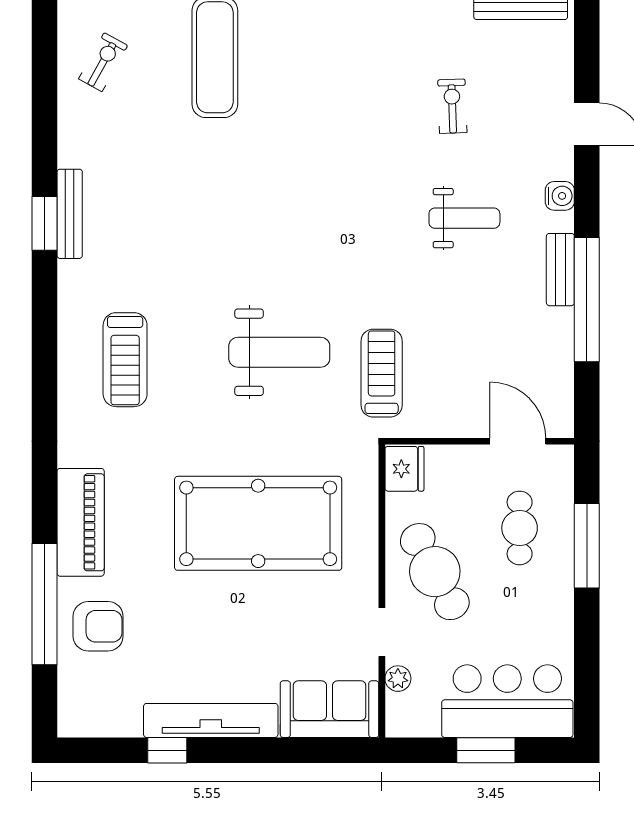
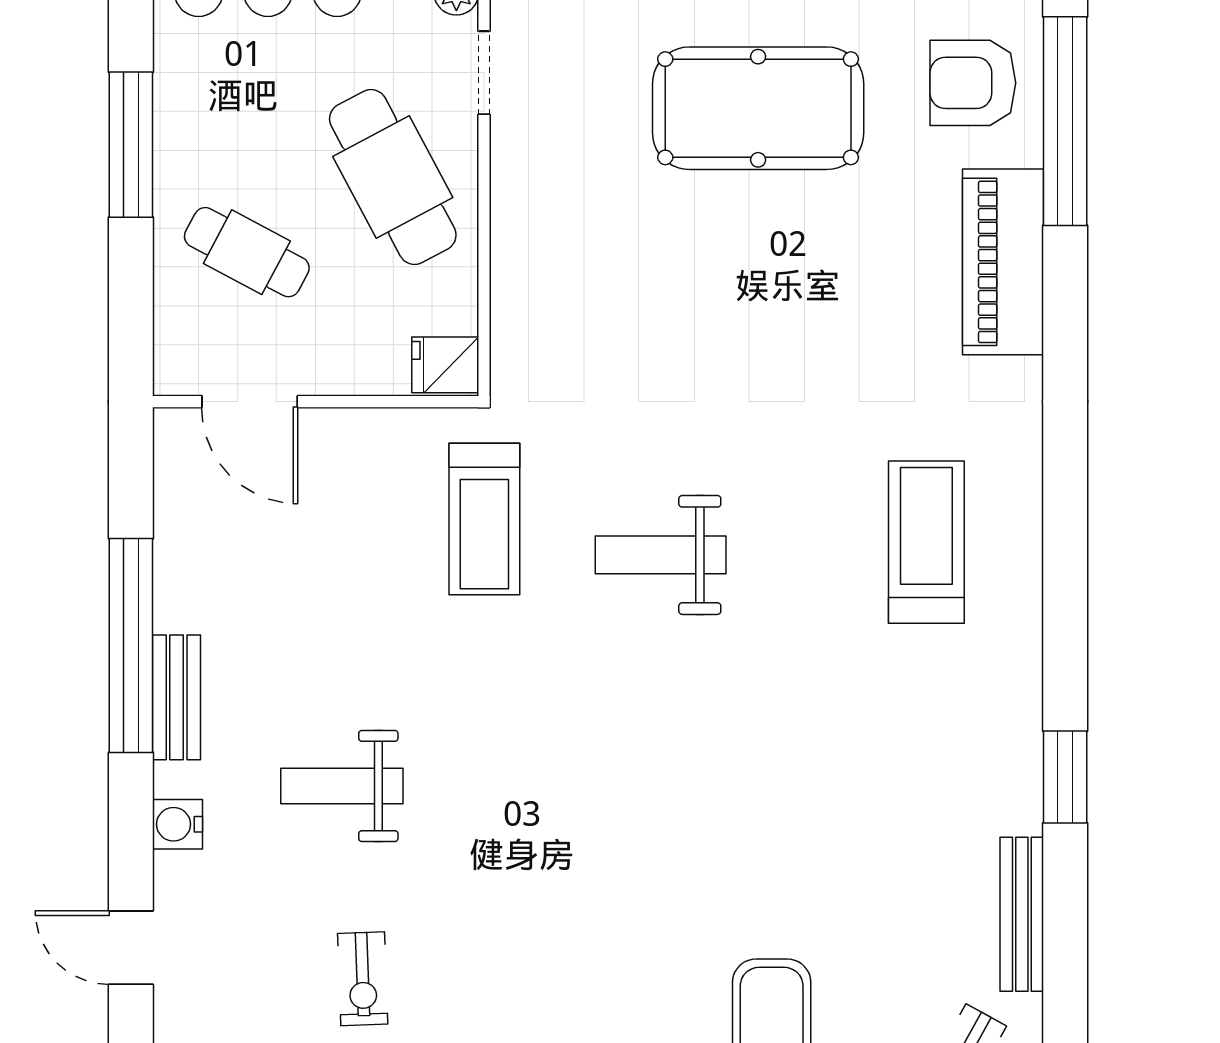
bench: (70, 214) -> (1022, 914), moved
weight bench: (279, 352) -> (661, 555), width x0.73, depth x0.75
fridge: (404, 469) -> (445, 365), width x0.72
pool table: (258, 523) -> (758, 108), moved, width x0.73, depth x0.76
cafe table: (520, 528) -> (247, 252), turned -62
window: (587, 546) -> (131, 145), moved

